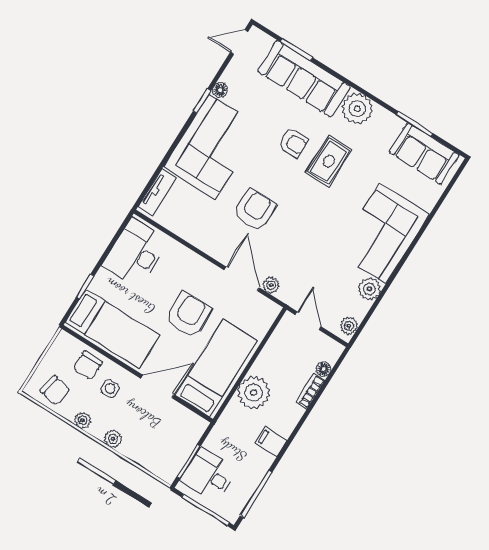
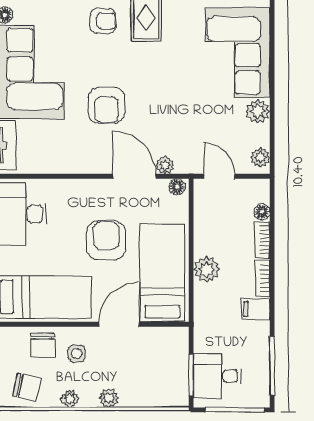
armchair: (255, 210) -> (106, 105), turned 180
floor lamp: (270, 308) -> (177, 187), added
plant: (254, 393) -> (206, 269), width x0.73, depth x0.73
bookcase: (291, 421) -> (263, 278), added

